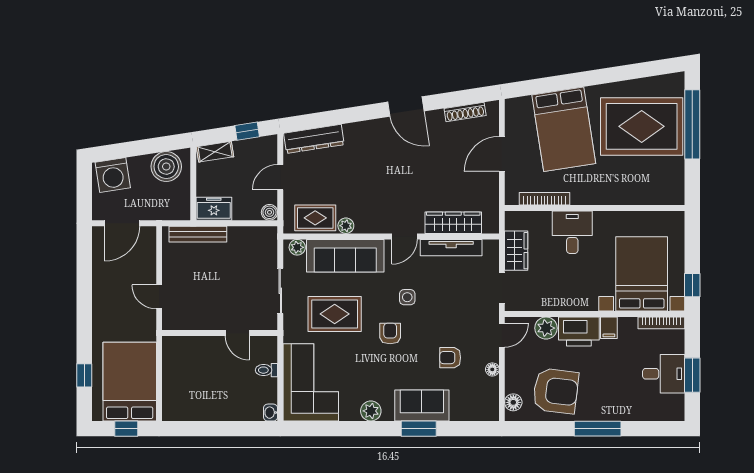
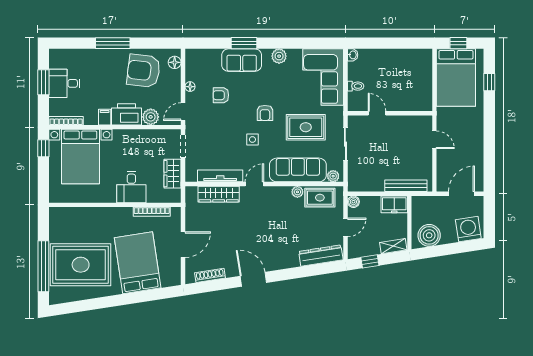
armchair: (450, 358) -> (221, 95), turned 180

